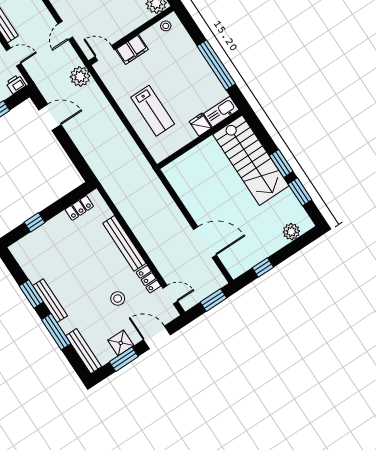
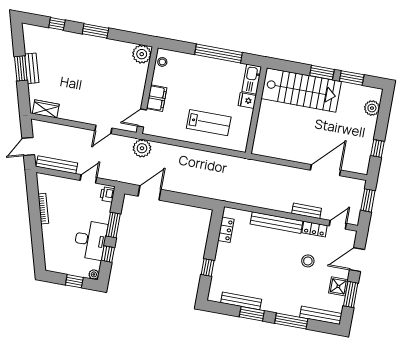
door: (65, 31) -> (103, 129), hinge flipped
bench: (157, 258) -> (307, 211), added
bench: (50, 301) -> (241, 301), moved

